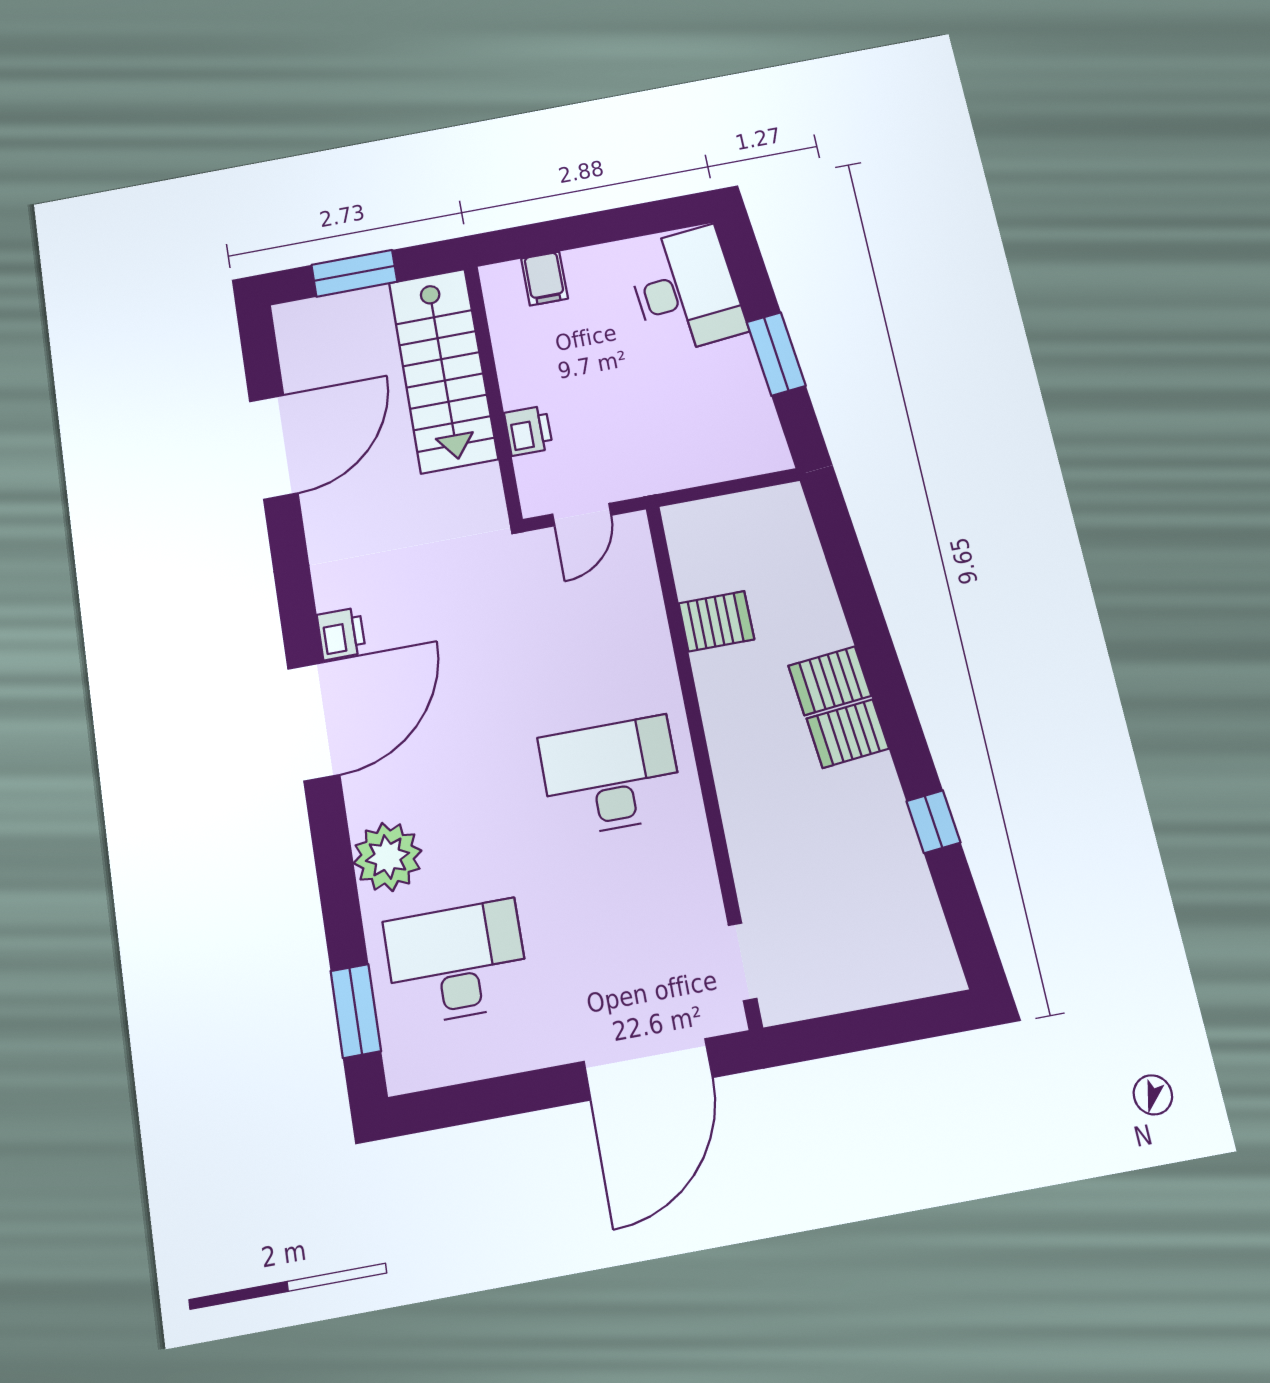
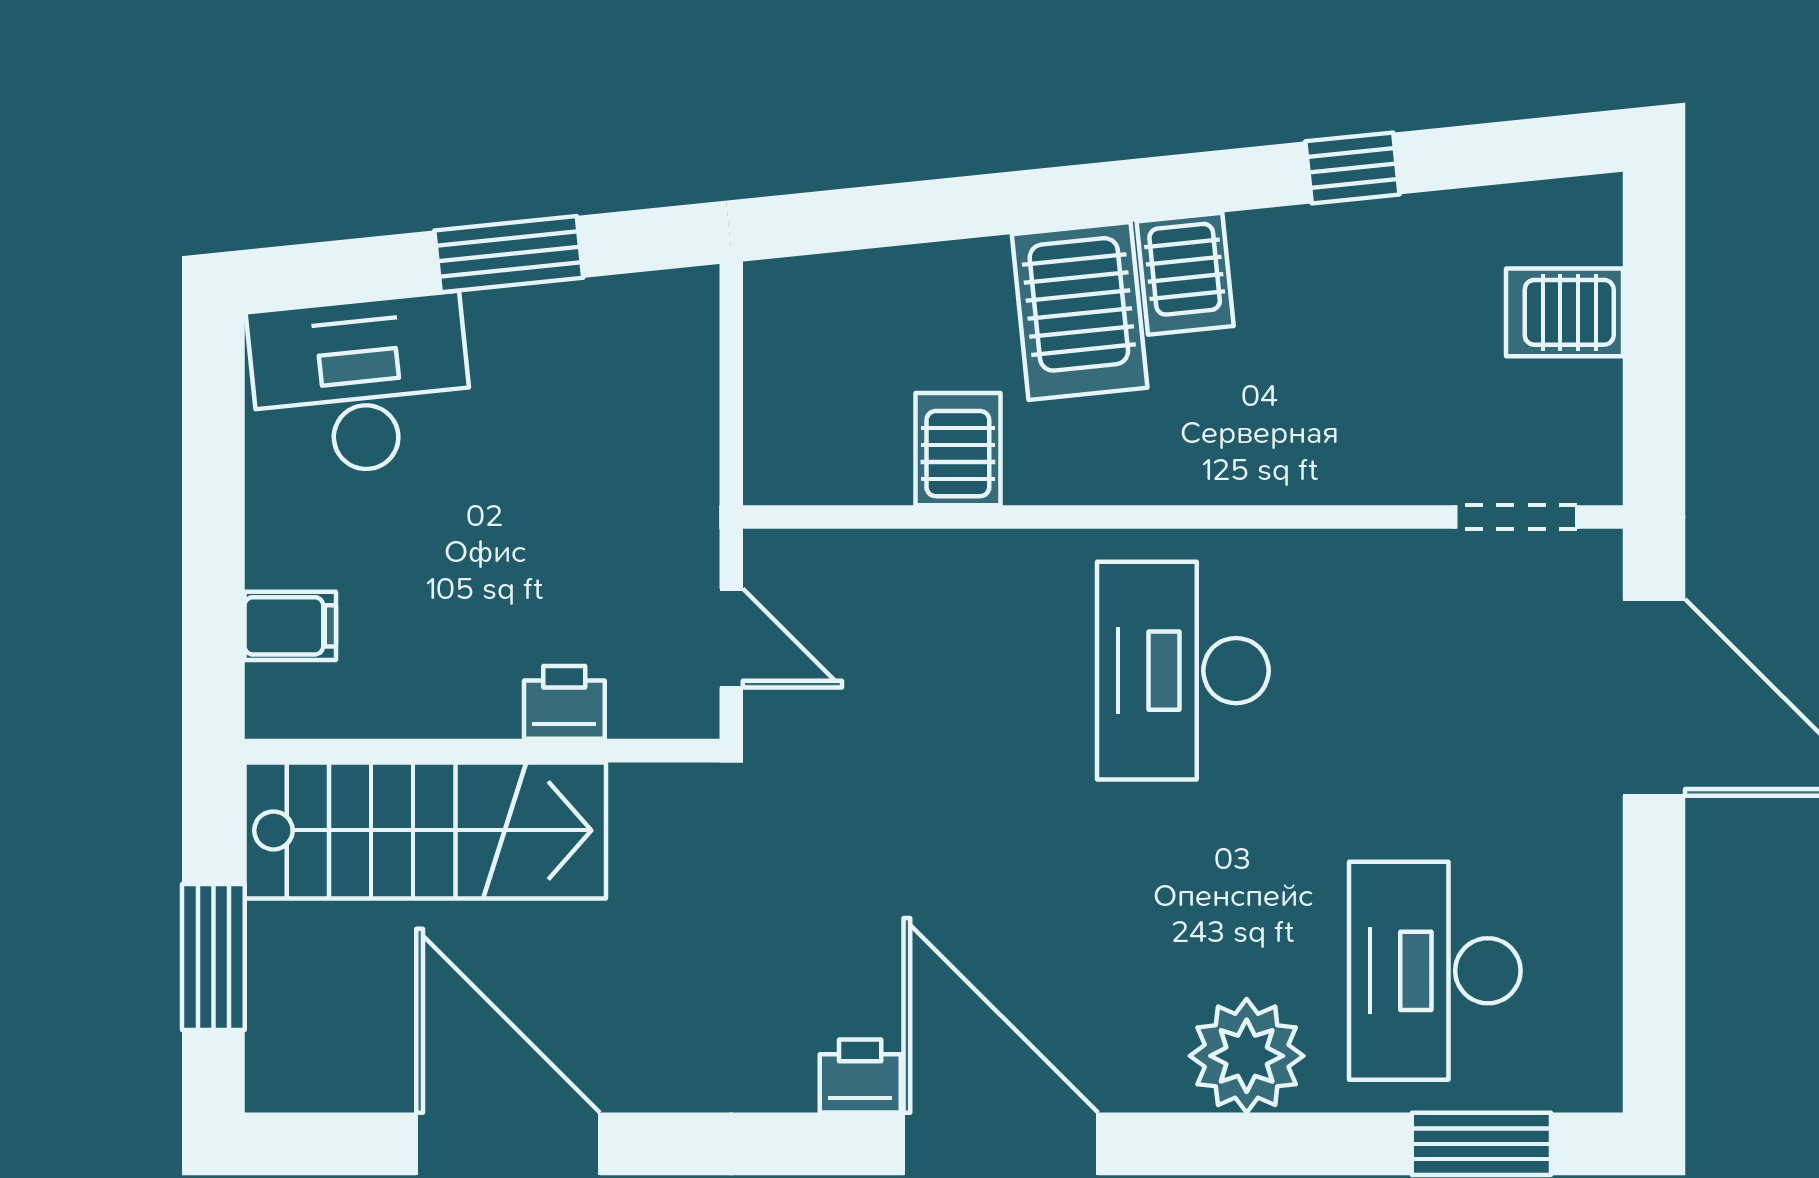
server rack: (830, 681) -> (1080, 311), width x1.36, depth x1.44
server rack: (874, 969) -> (1565, 312), added

